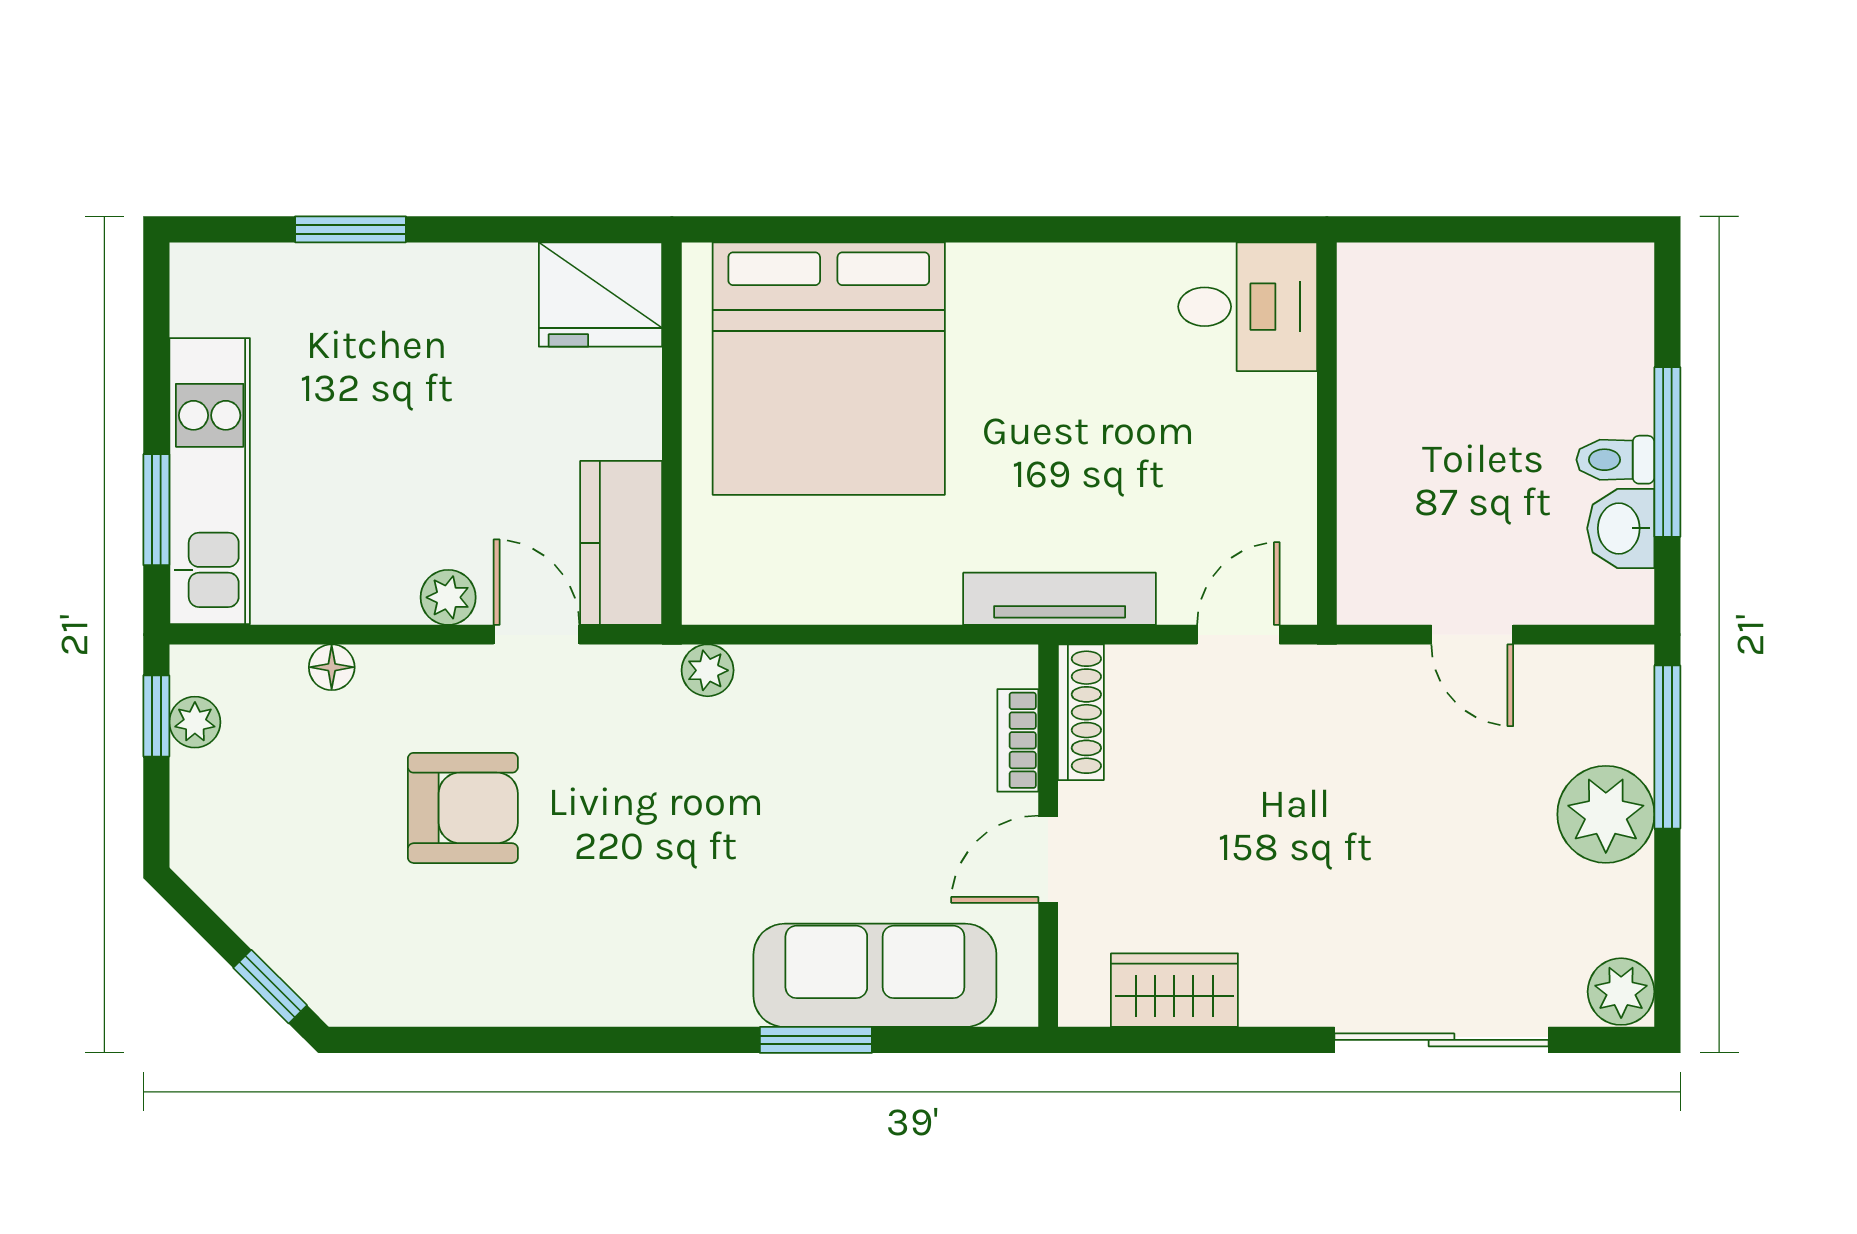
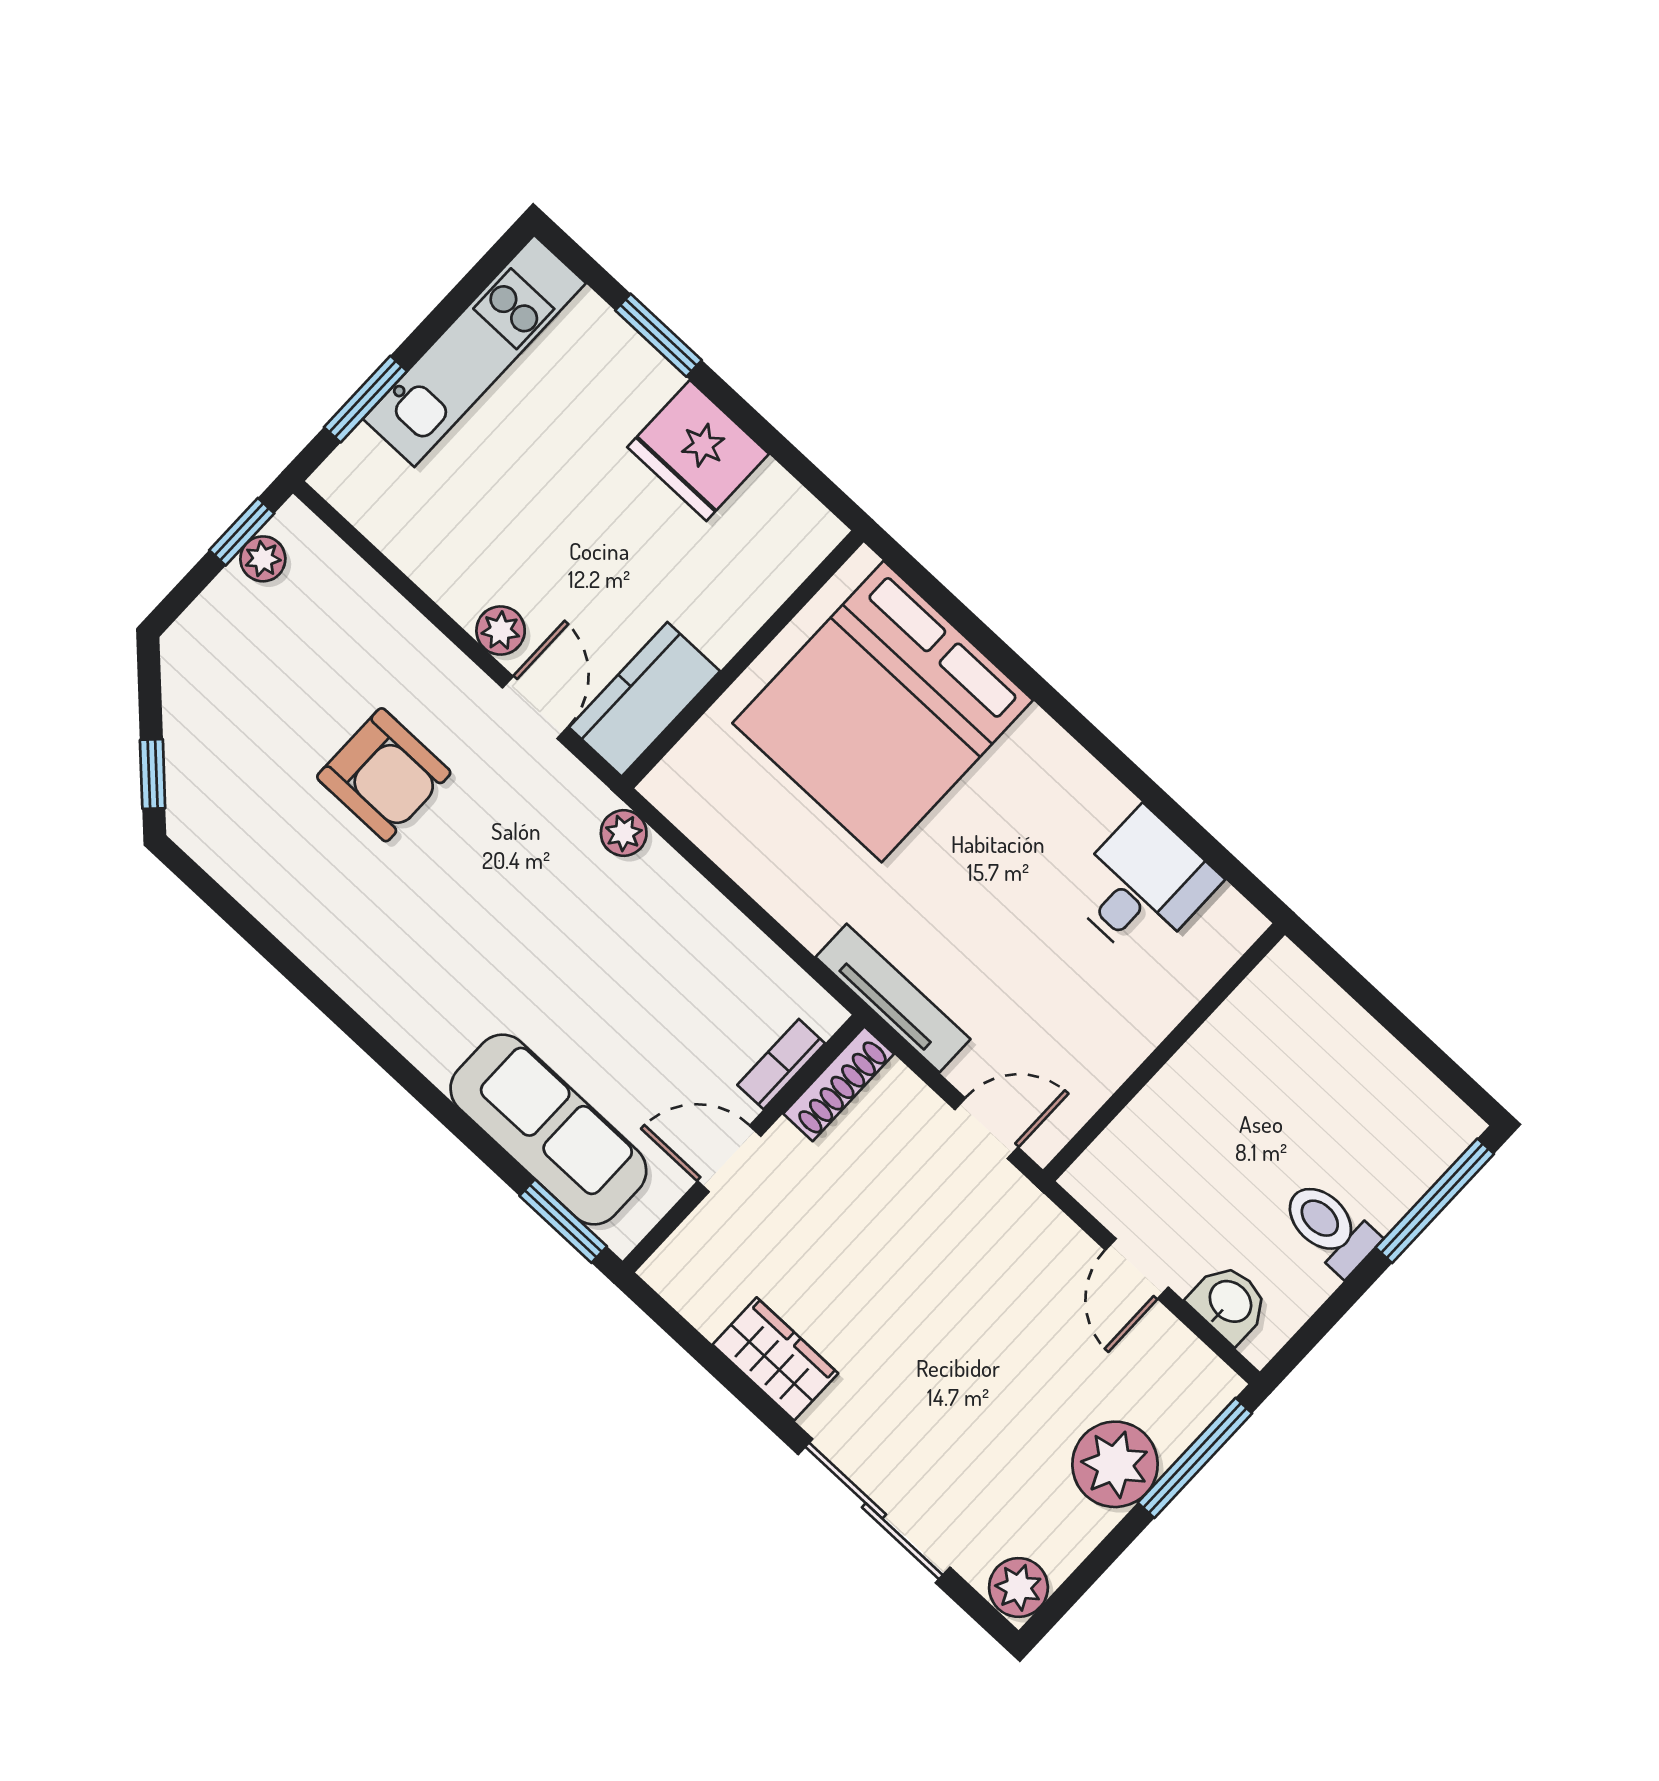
fridge: (600, 295) -> (698, 451), moved
desk: (1248, 307) -> (1142, 885), moved, turned -90
window: (1667, 452) -> (1435, 1201), moved
toilet: (1615, 460) -> (1330, 1227), width x1.37, depth x1.39
kitchen unit: (210, 481) -> (474, 351), moved
washbasin: (1621, 528) -> (1229, 1303), moved, turned 90
floor lamp: (332, 667) -> (384, 606), removed
wardrobe: (1174, 990) -> (775, 1359), moved
window: (816, 1040) -> (563, 1221), moved

